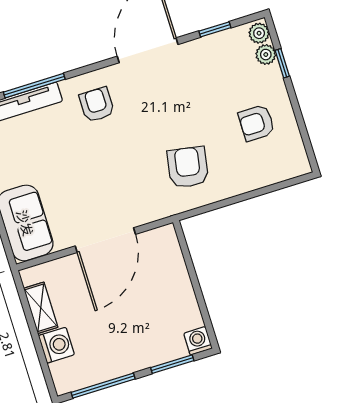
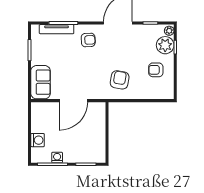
plant: (266, 55) -> (165, 45), width x1.88, depth x1.88
armchair: (97, 105) -> (88, 40), turned 87
shelving: (41, 308) -> (36, 122), removed
washing machine: (198, 341) -> (57, 158), moved

